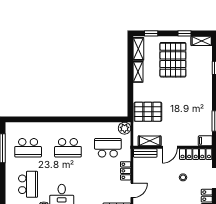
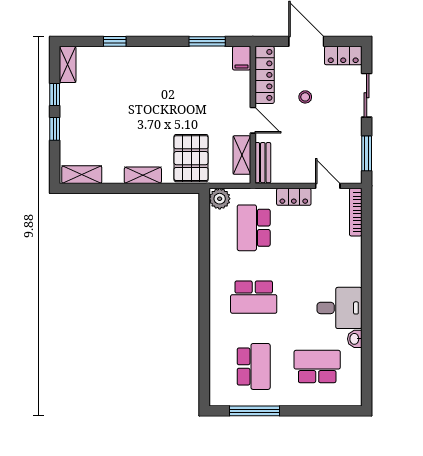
window: (151, 33) -> (55, 129), moved
pallet: (173, 60) -> (101, 114), removed
shelving: (138, 72) -> (143, 175), moved
school desk: (68, 148) -> (254, 297), turned 90

